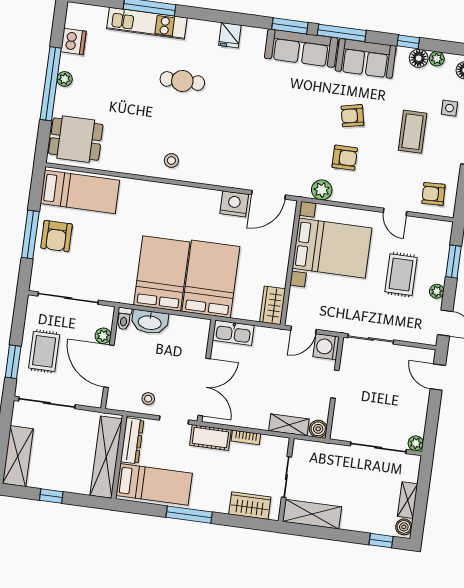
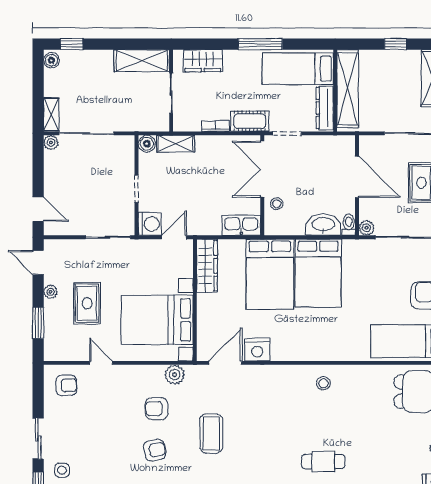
coffee table: (413, 132) -> (211, 433), moved
wardrobe: (273, 305) -> (207, 266), width x1.50
plant: (103, 336) -> (366, 228), moved
stool: (148, 399) -> (277, 204), moved
shelving: (408, 500) -> (51, 114), moved

